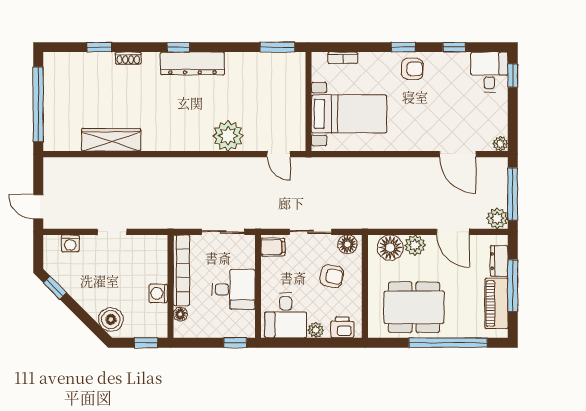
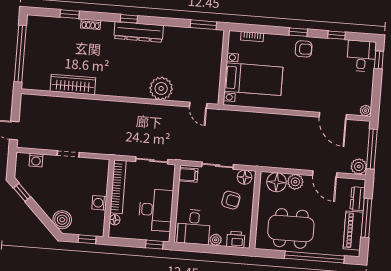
desk: (234, 289) -> (156, 210), width x1.37

